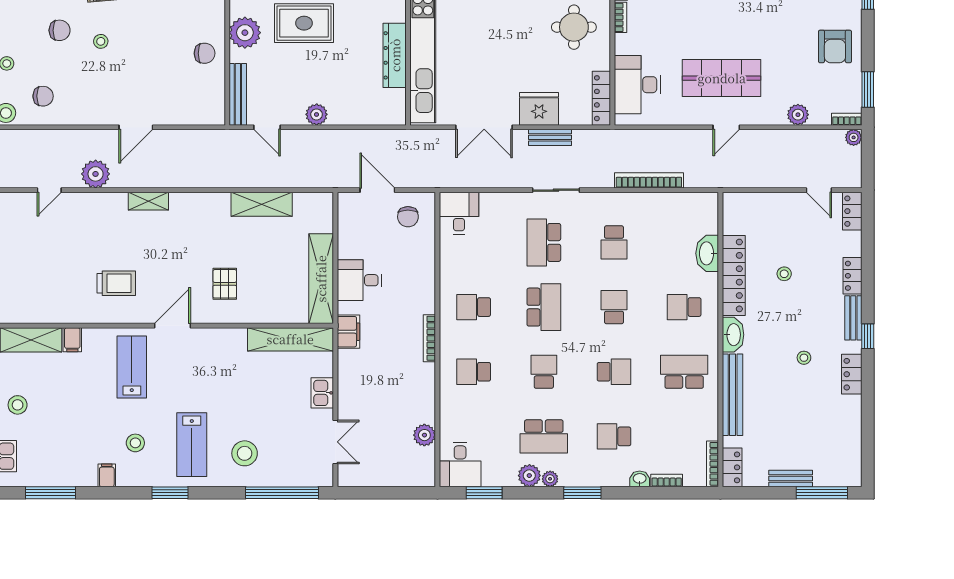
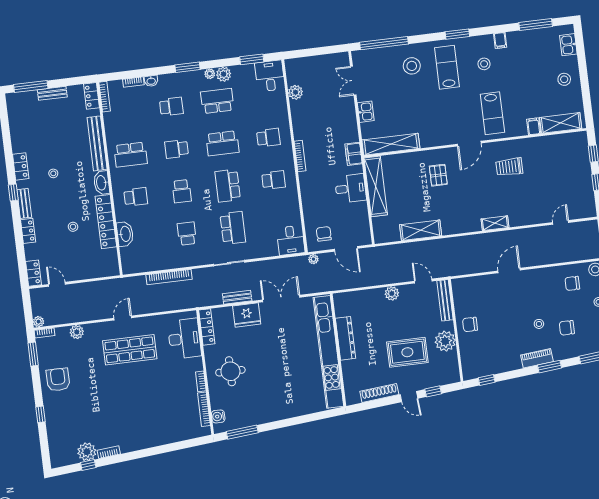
plant: (96, 174) -> (313, 259), moved, width x0.53, depth x0.53
school desk: (544, 372) -> (222, 143), width x1.85

